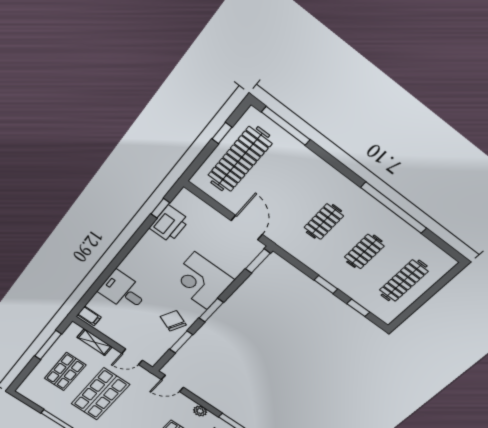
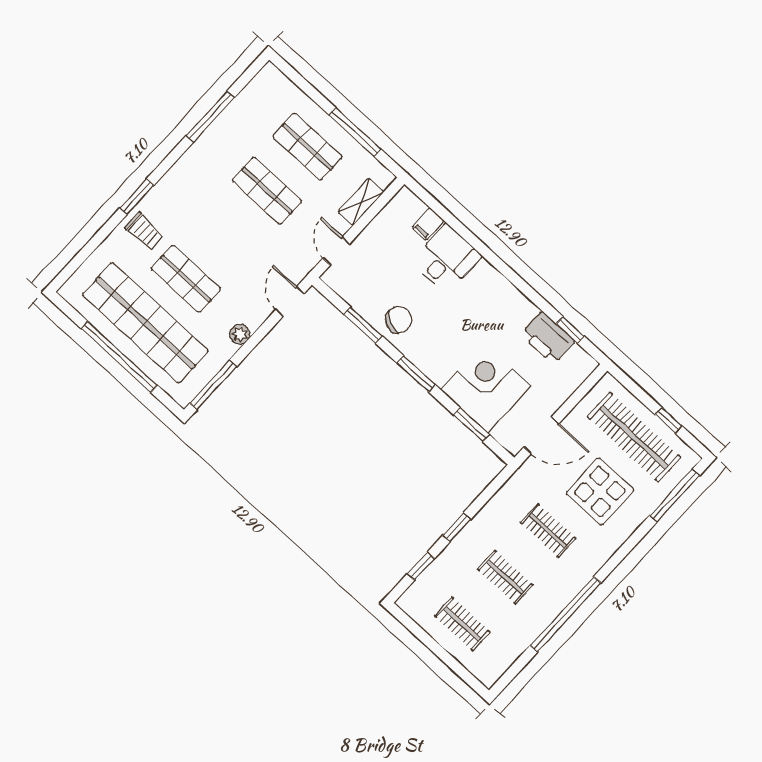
display table: (288, 184) -> (600, 492), added
window: (258, 261) -> (471, 425), moved
corner desk: (201, 281) -> (486, 388), moved
clothes rail: (404, 281) -> (462, 624), width x0.73
filing cabinet: (89, 316) -> (428, 224), moved
shop shelf: (100, 394) -> (267, 191), width x0.70, depth x0.74

